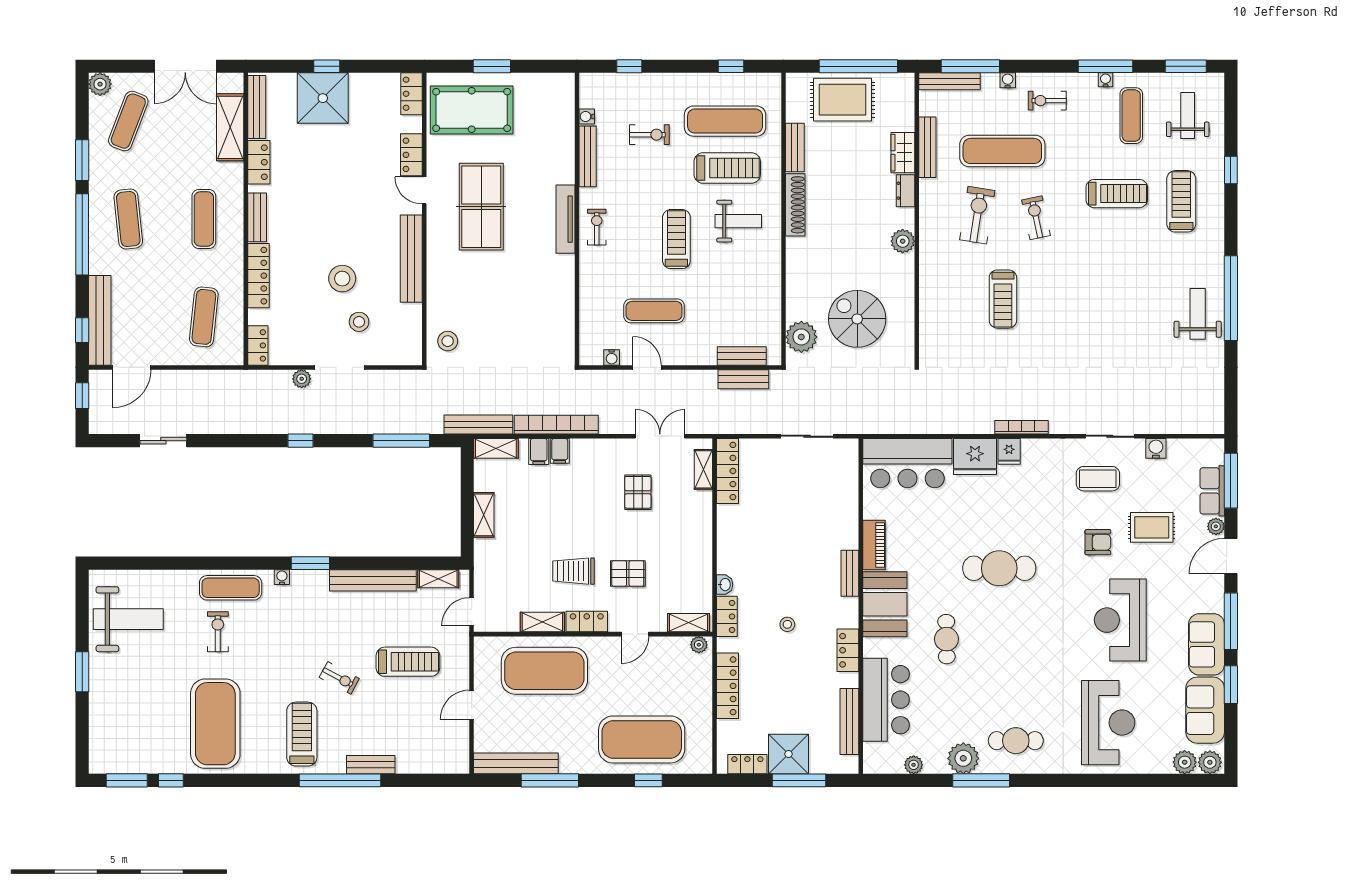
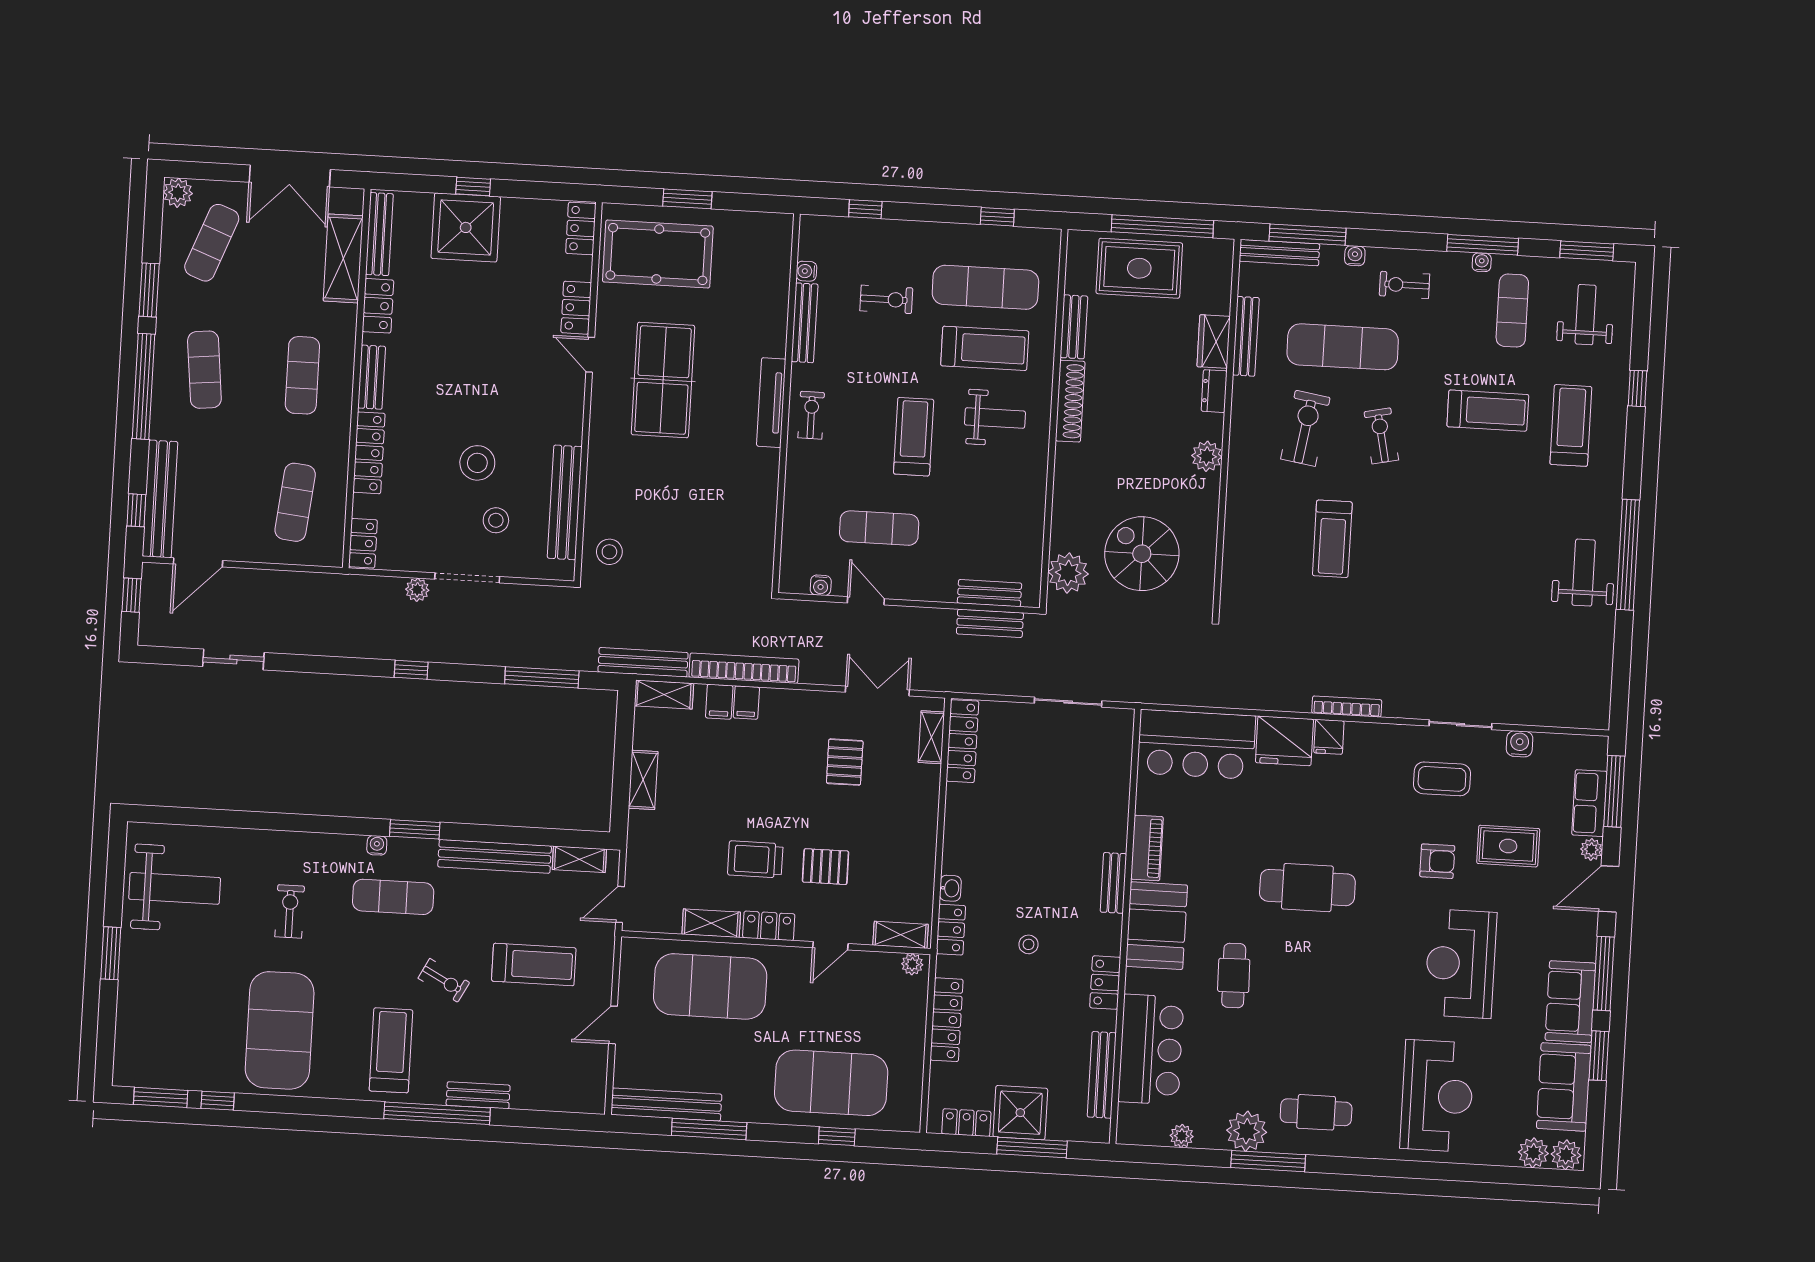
bench: (411, 259) -> (565, 502), moved
exercise mat: (231, 588) -> (393, 897), moved

